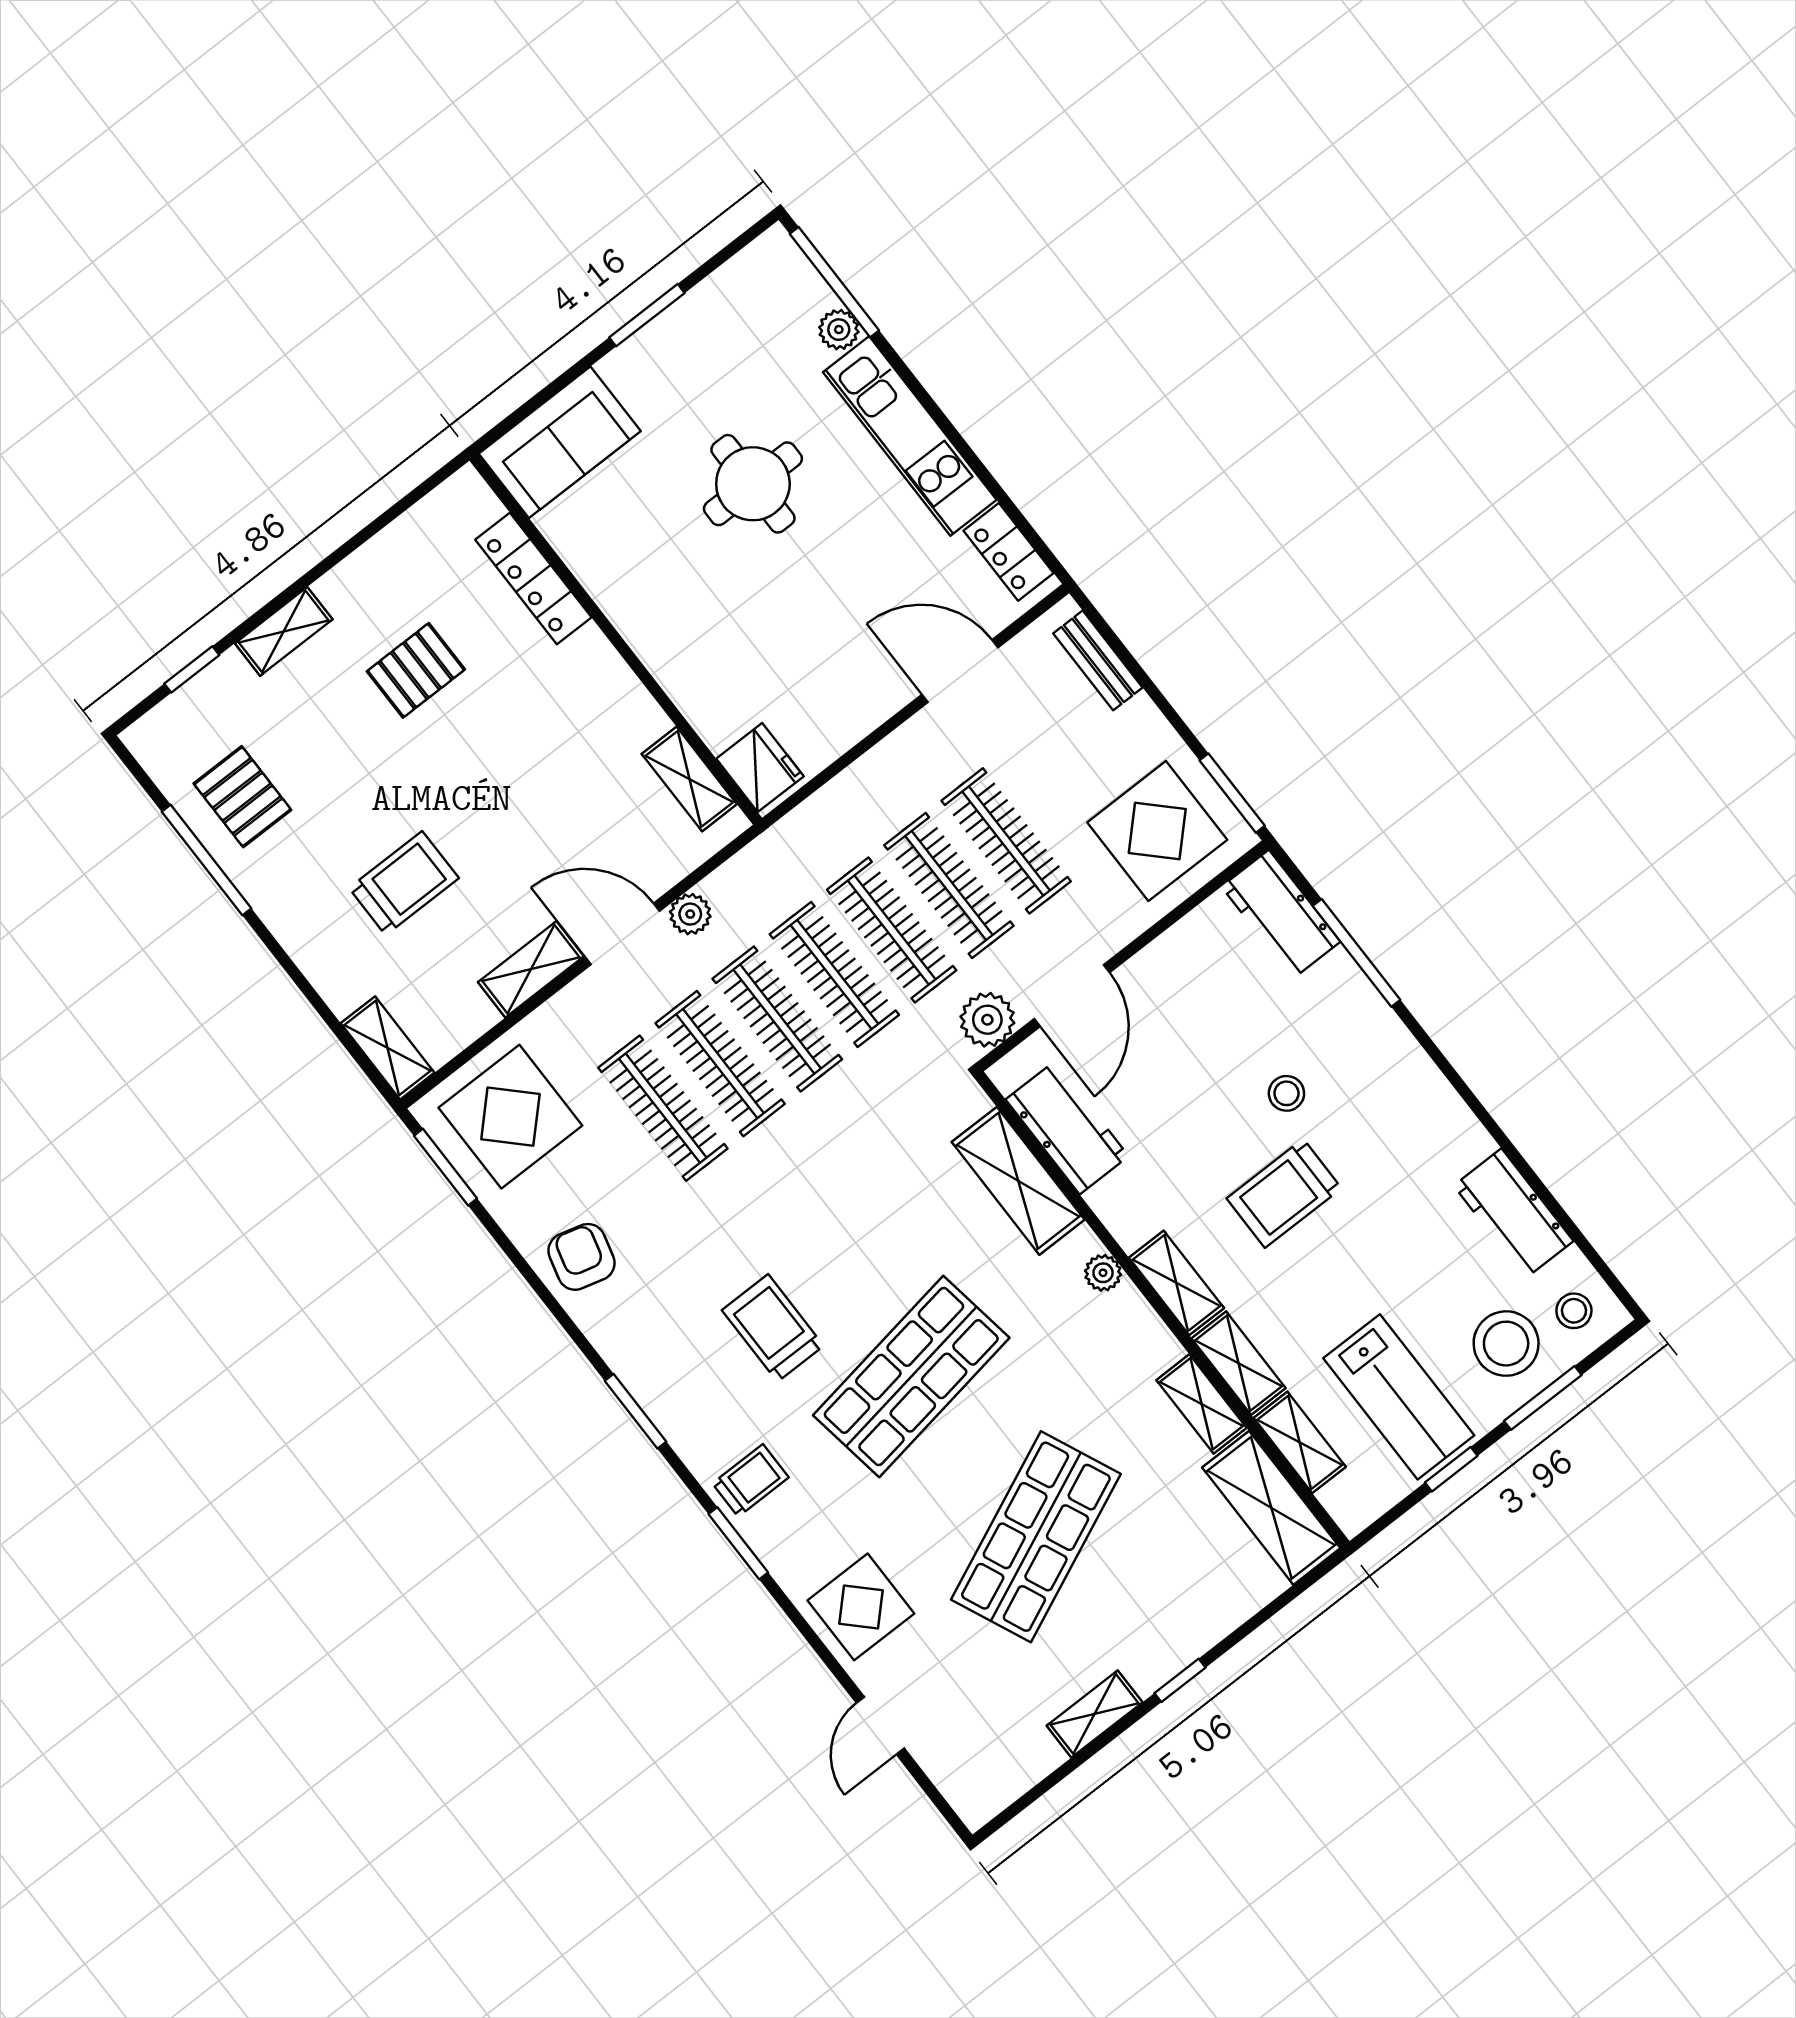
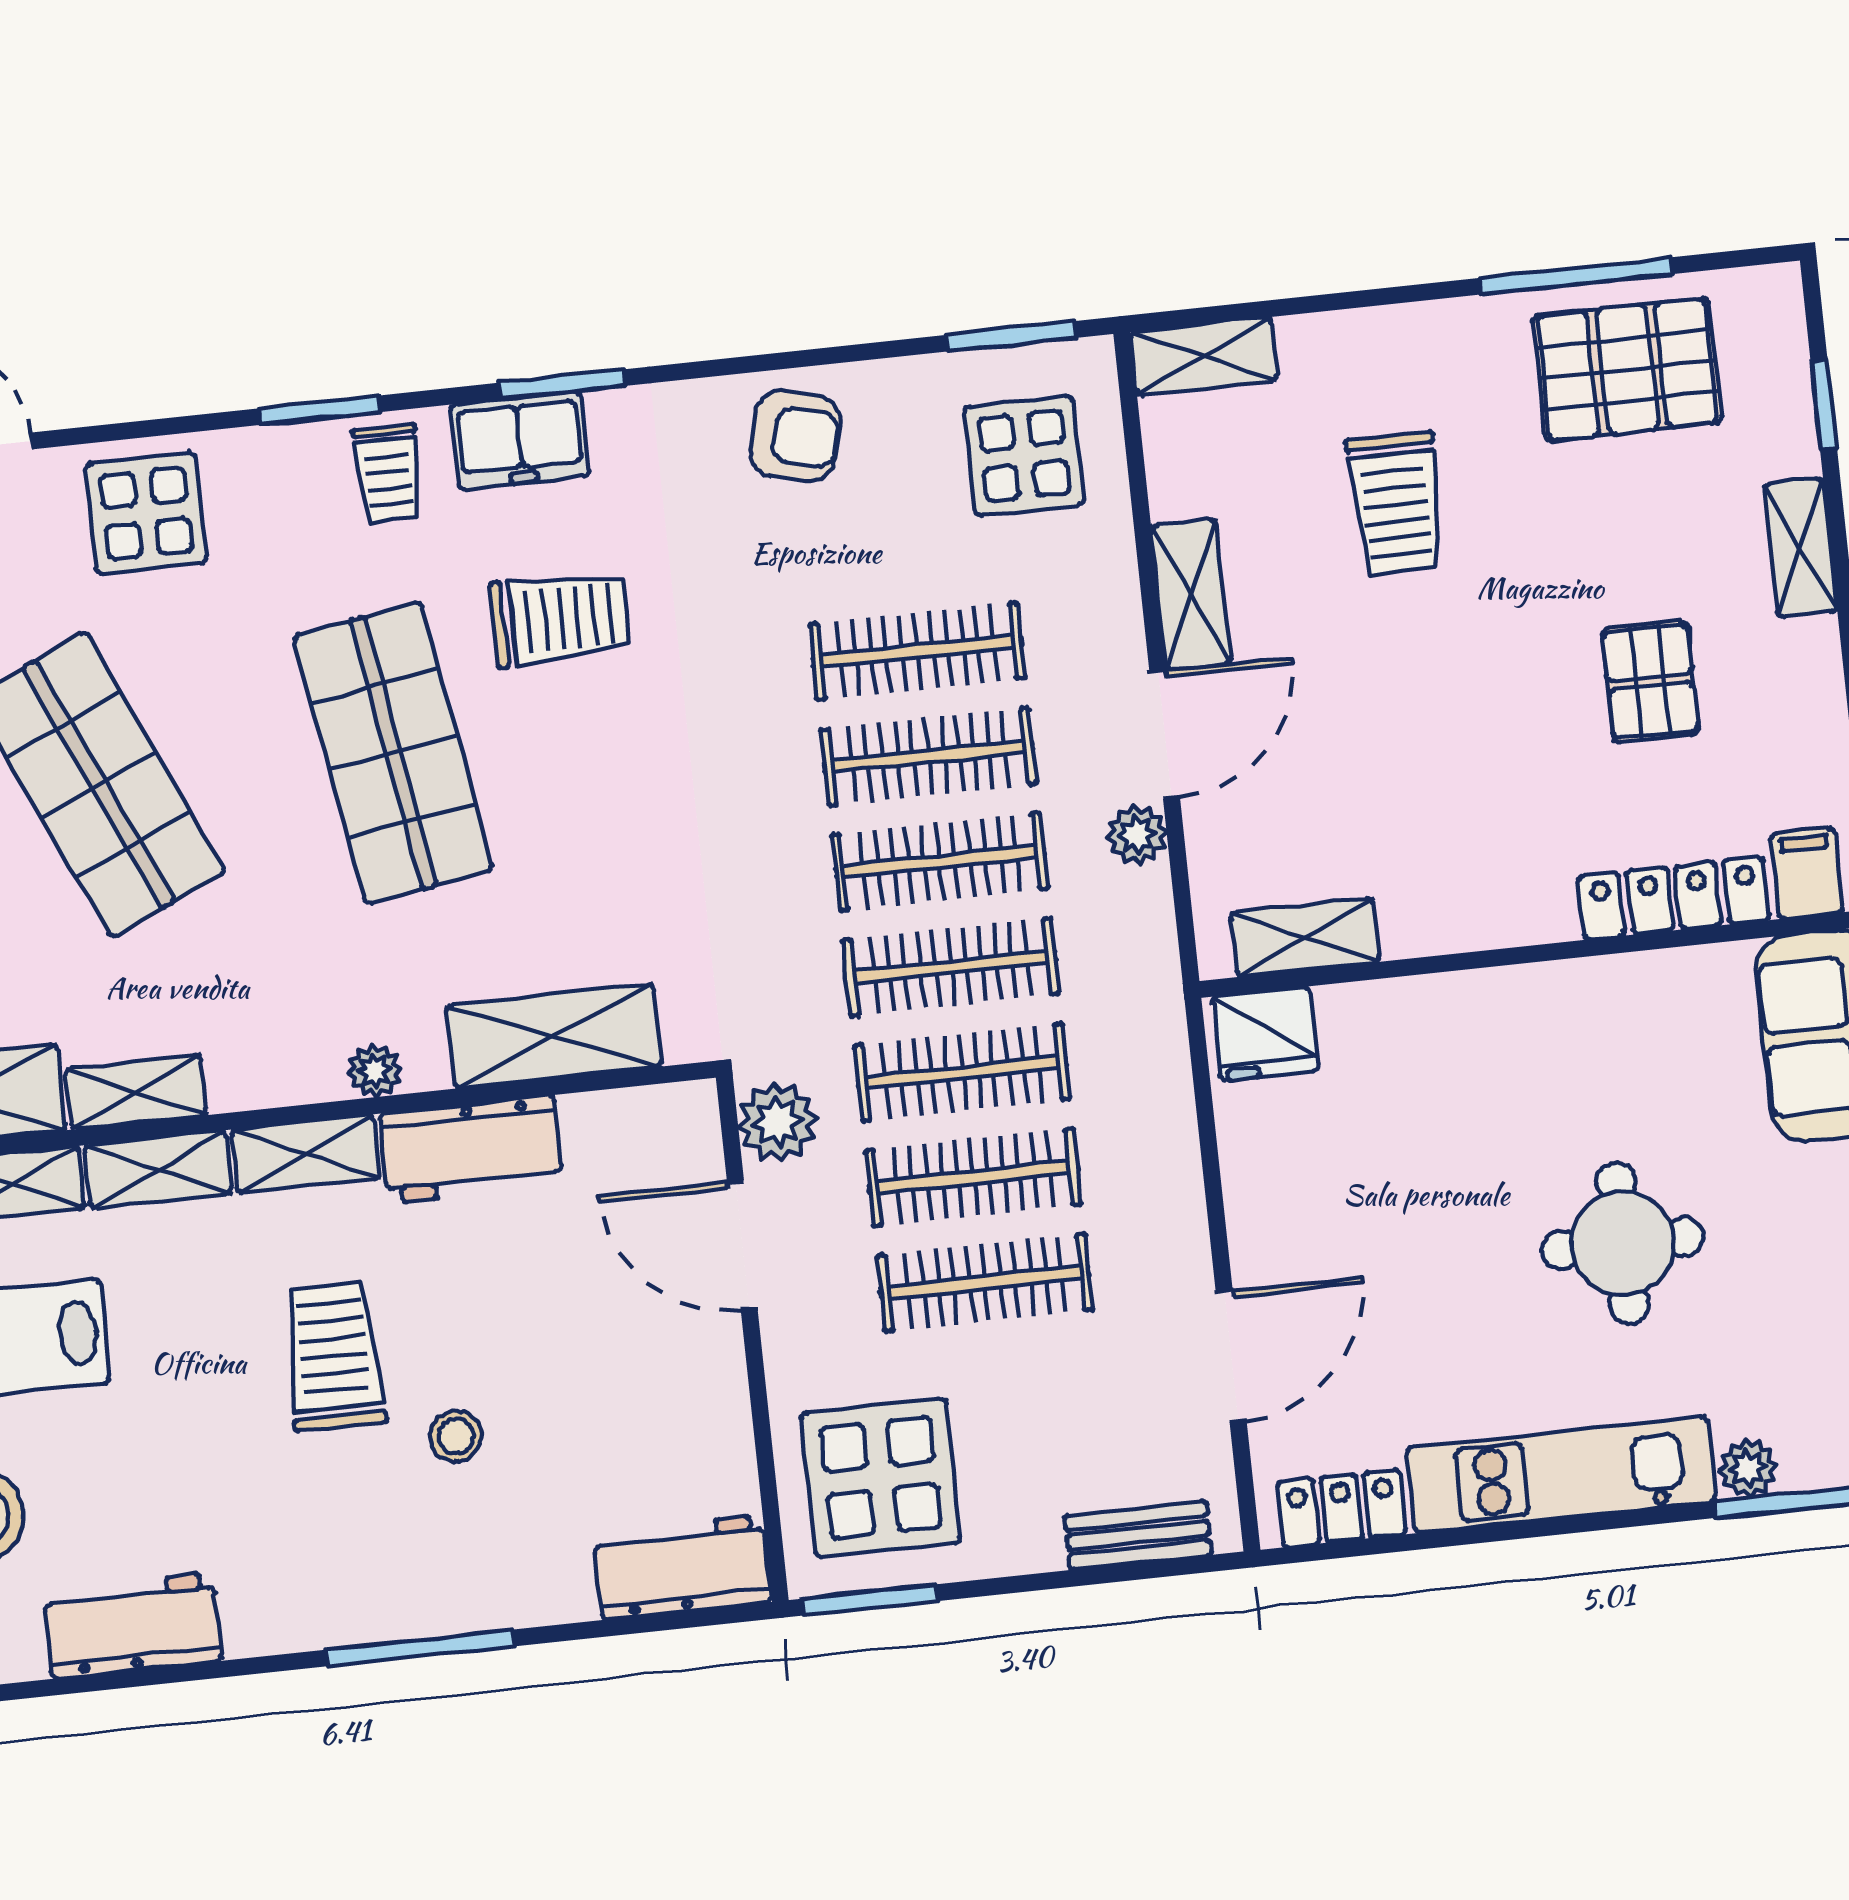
filing cabinet: (471, 510) -> (1807, 873), added
pallet: (242, 797) -> (1627, 369), width x1.50, depth x1.42
window: (1356, 953) -> (420, 1648), moved
display table: (510, 1117) -> (1024, 456), width x0.73, depth x0.73
workbench: (1067, 1128) -> (471, 1150), moved
freezer: (683, 1416) -> (520, 440), added

